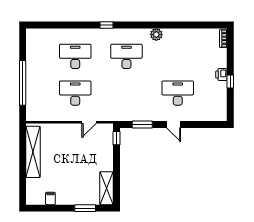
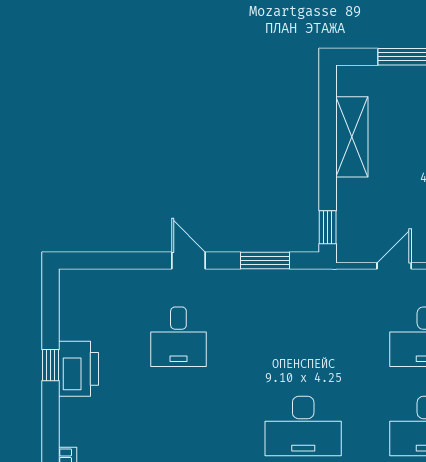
printer: (221, 75) -> (79, 369), width x1.87, depth x1.48
desk: (178, 93) -> (178, 337), width x0.73
shelving: (106, 188) -> (352, 137), moved

